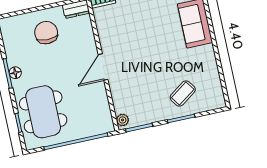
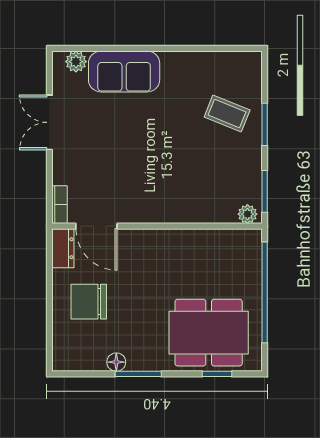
door: (103, 67) -> (96, 226), moved
floor lamp: (15, 73) -> (116, 362), moved
coffee table: (183, 93) -> (227, 114), turned -33

